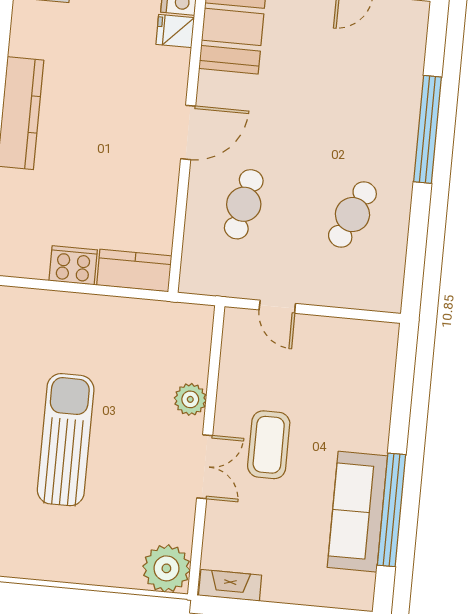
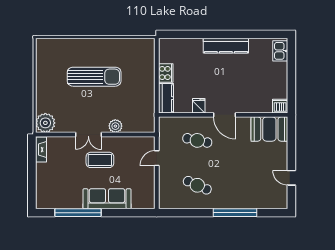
fridge: (175, 31) -> (199, 106), moved
sofa: (357, 512) -> (107, 199), moved

